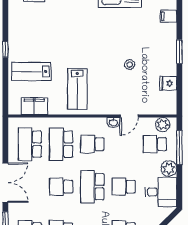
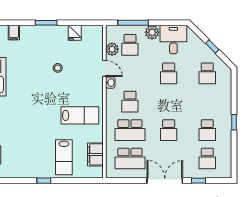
plant: (162, 125) -> (112, 49), moved
school desk: (92, 187) -> (169, 102), removed

